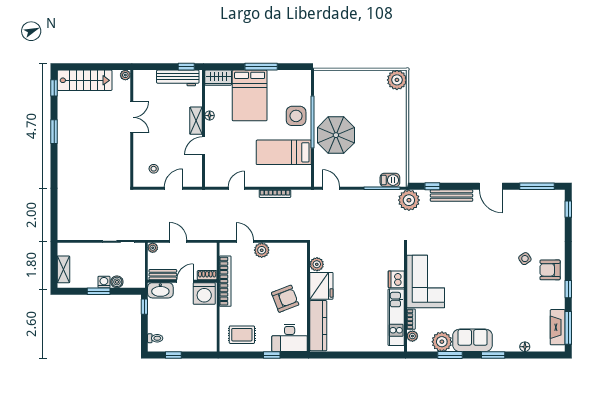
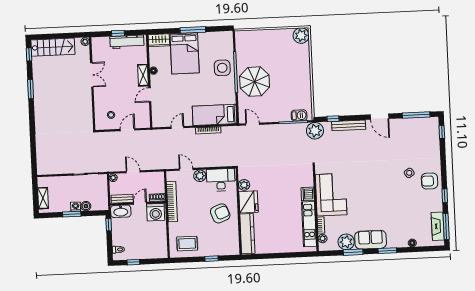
window: (186, 67) -> (118, 33), moved
bed: (284, 152) -> (215, 115), moved
desk: (290, 338) -> (221, 180), moved, turned 180

